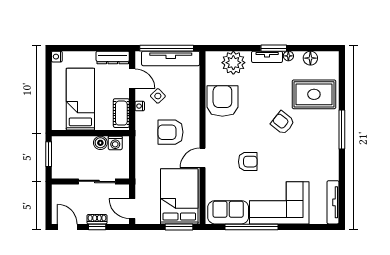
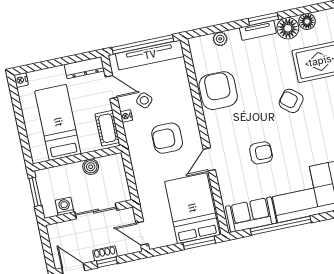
floor lamp: (288, 56) -> (288, 28), width x1.89, depth x1.89
plant: (233, 63) -> (220, 39), width x0.53, depth x0.53
washing machine: (115, 143) -> (64, 206), moved, turned 180

